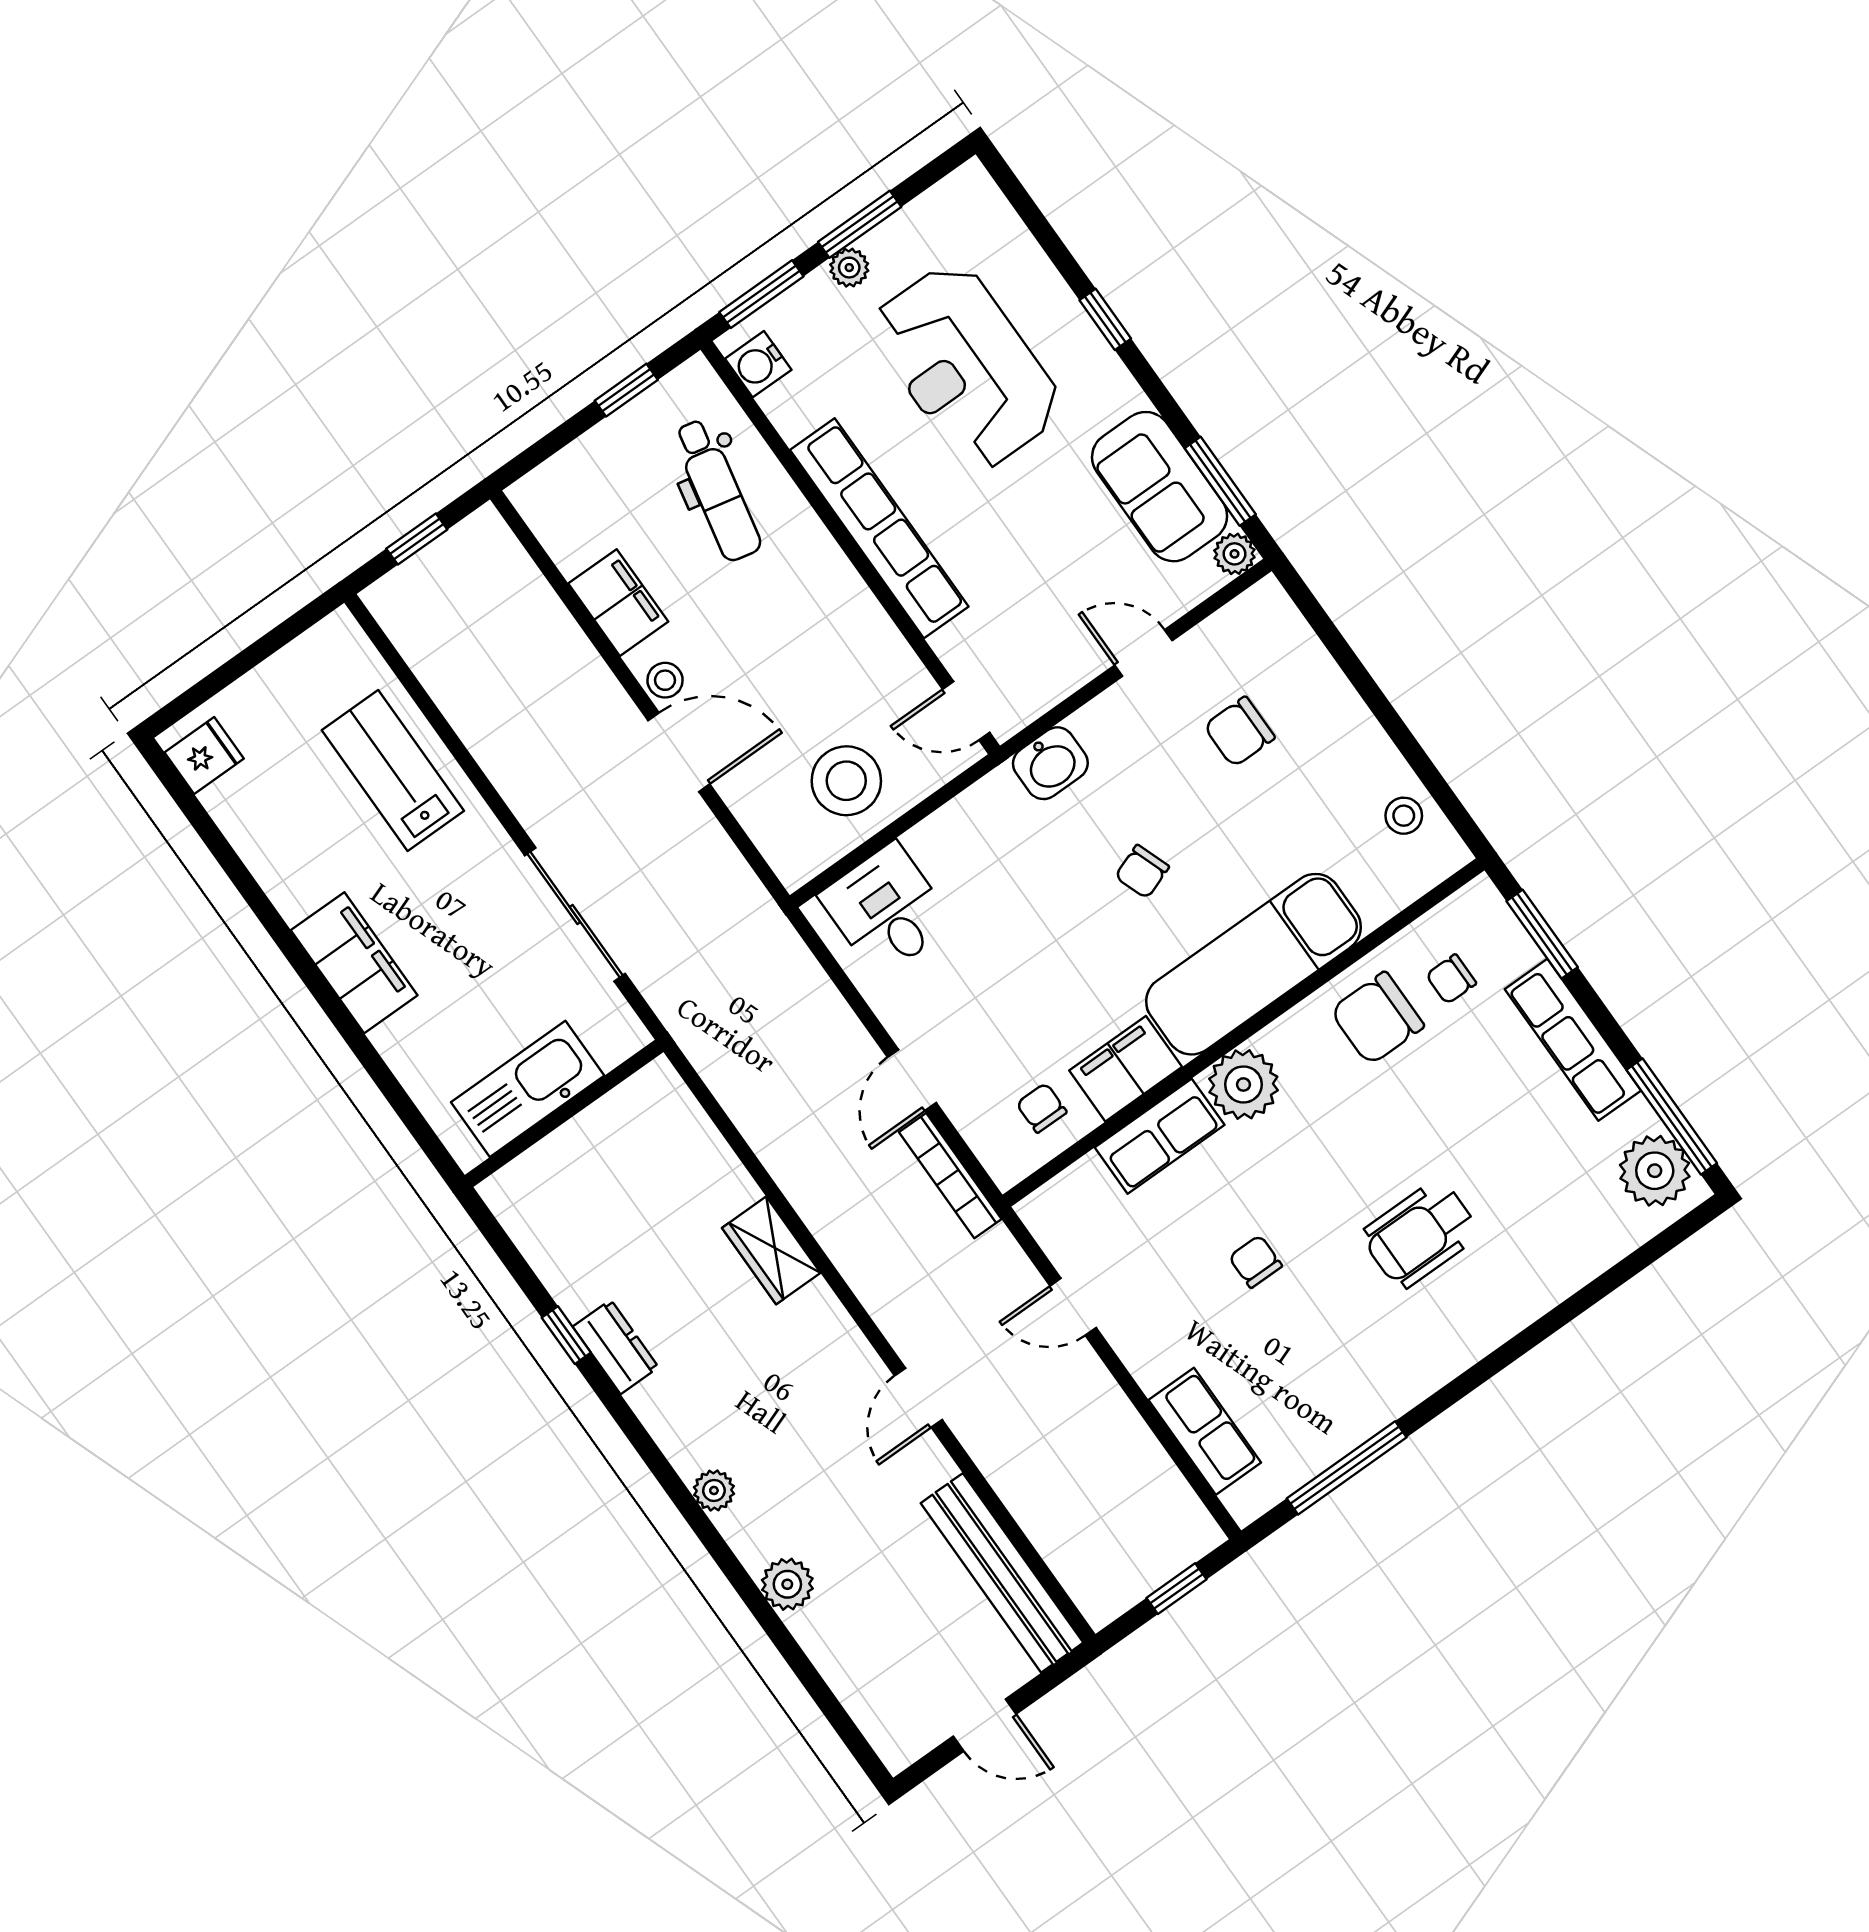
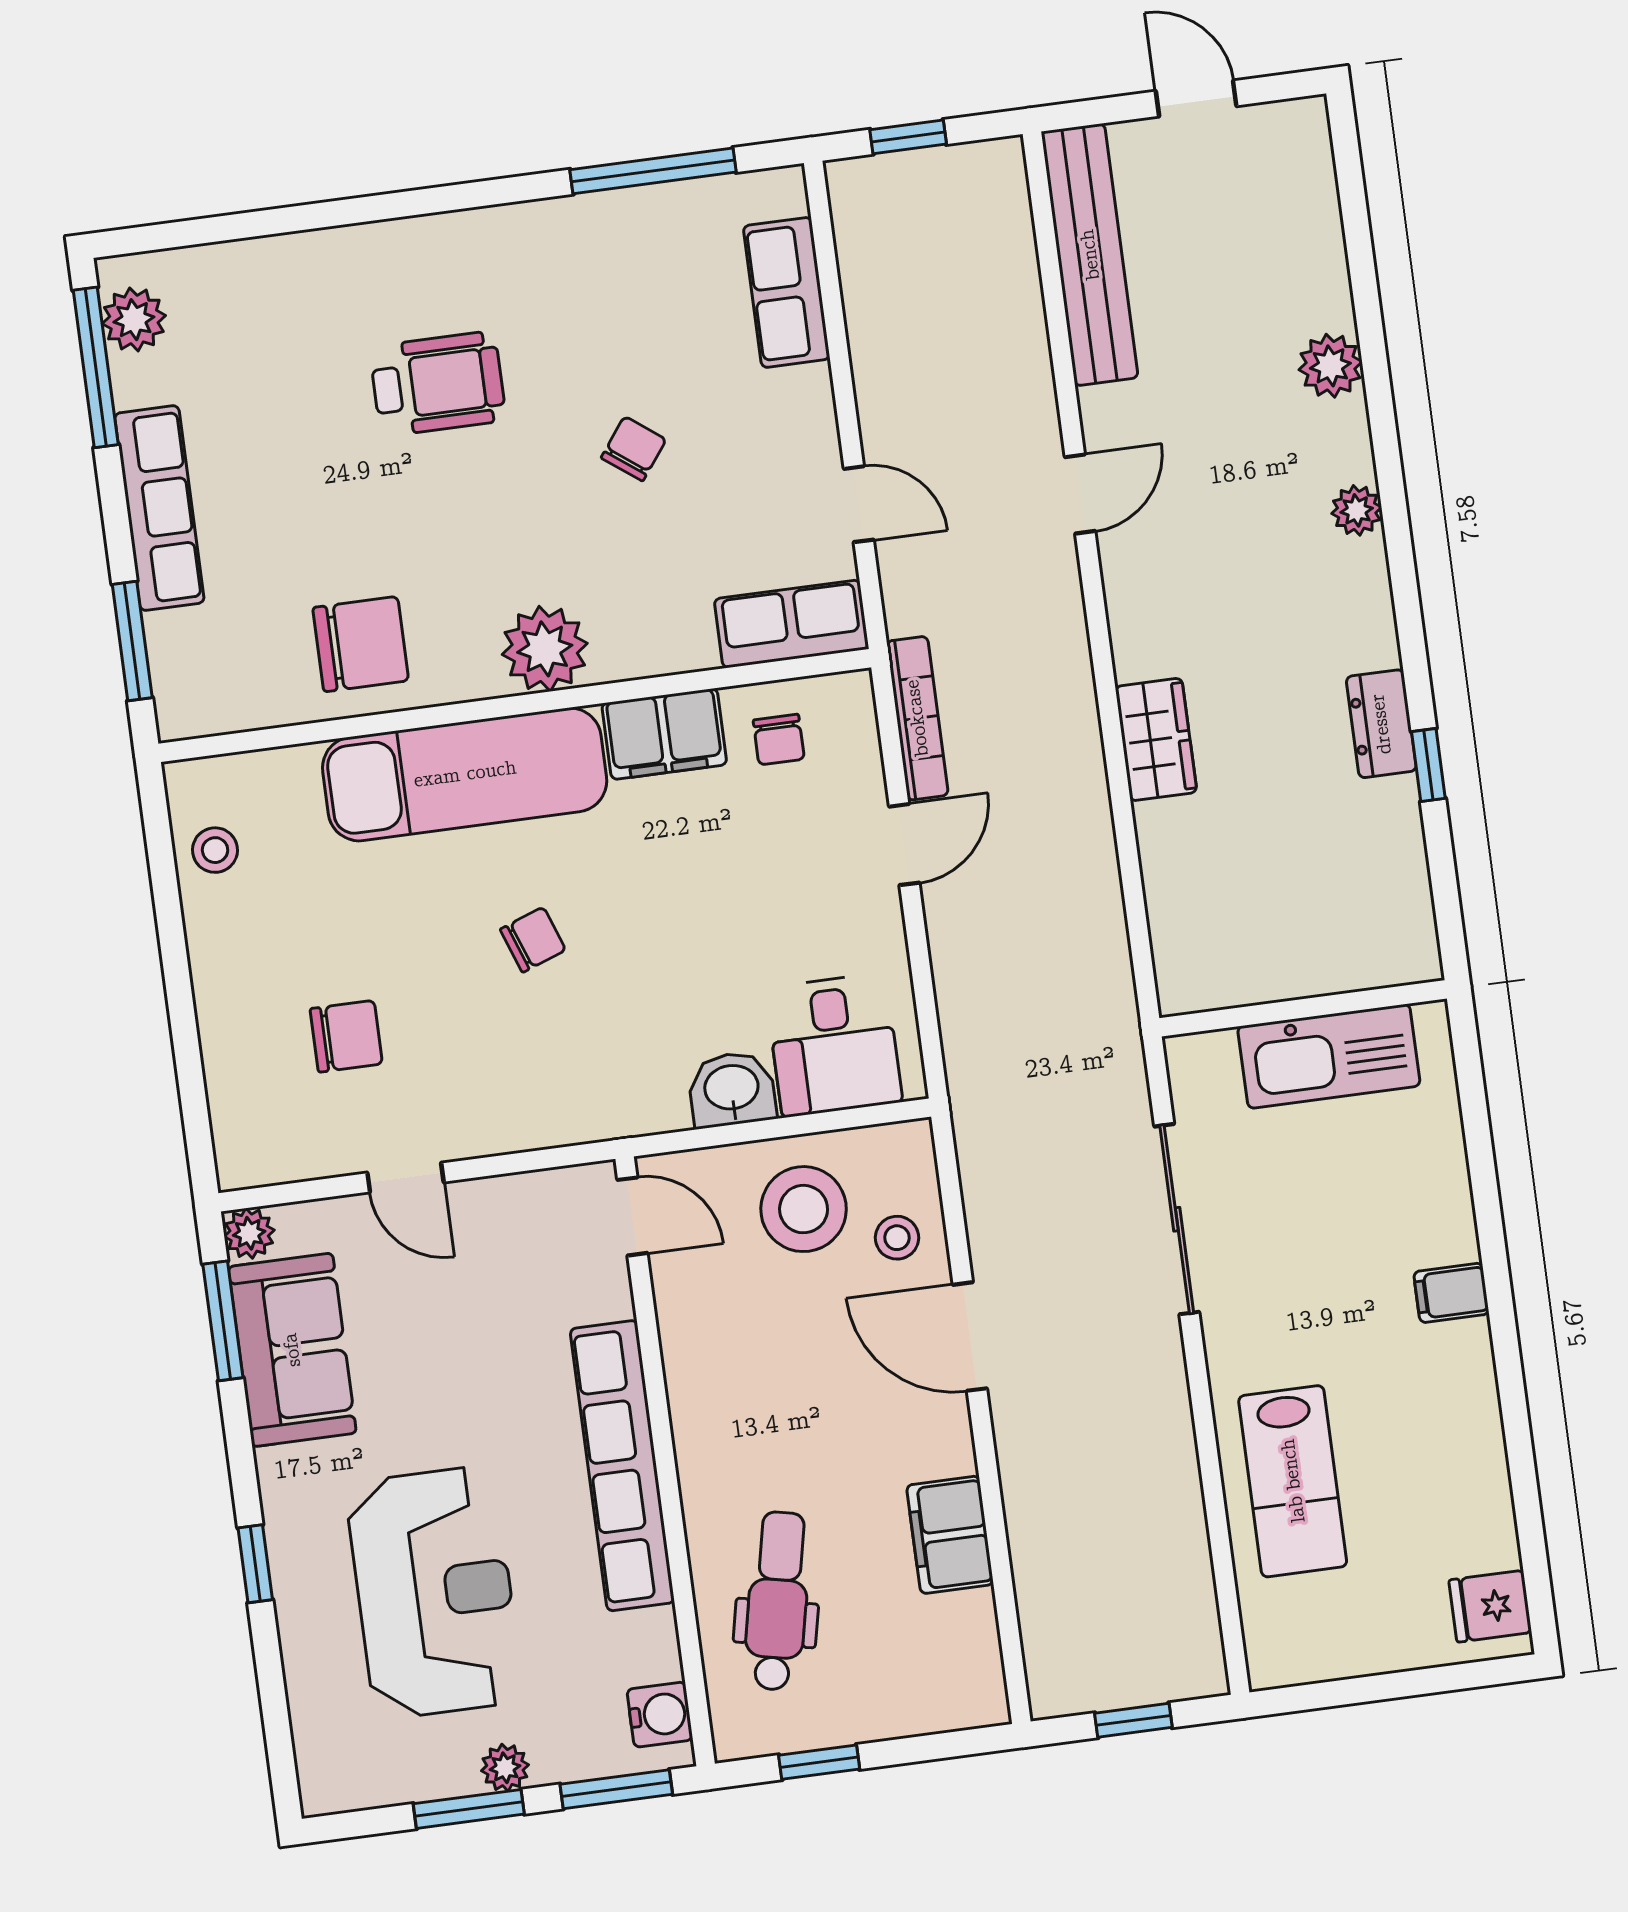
stool: (665, 680) -> (897, 1238), moved
washbasin: (1050, 763) -> (732, 1089), moved
filing cabinet: (354, 963) -> (1451, 1293), width x0.33, depth x0.86
chair: (1451, 979) -> (257, 644), removed
row of seats: (1160, 1136) -> (791, 624), moved
plant: (1655, 1171) -> (134, 320), width x0.73, depth x0.73
chair: (1255, 1262) -> (634, 449), turned -143

